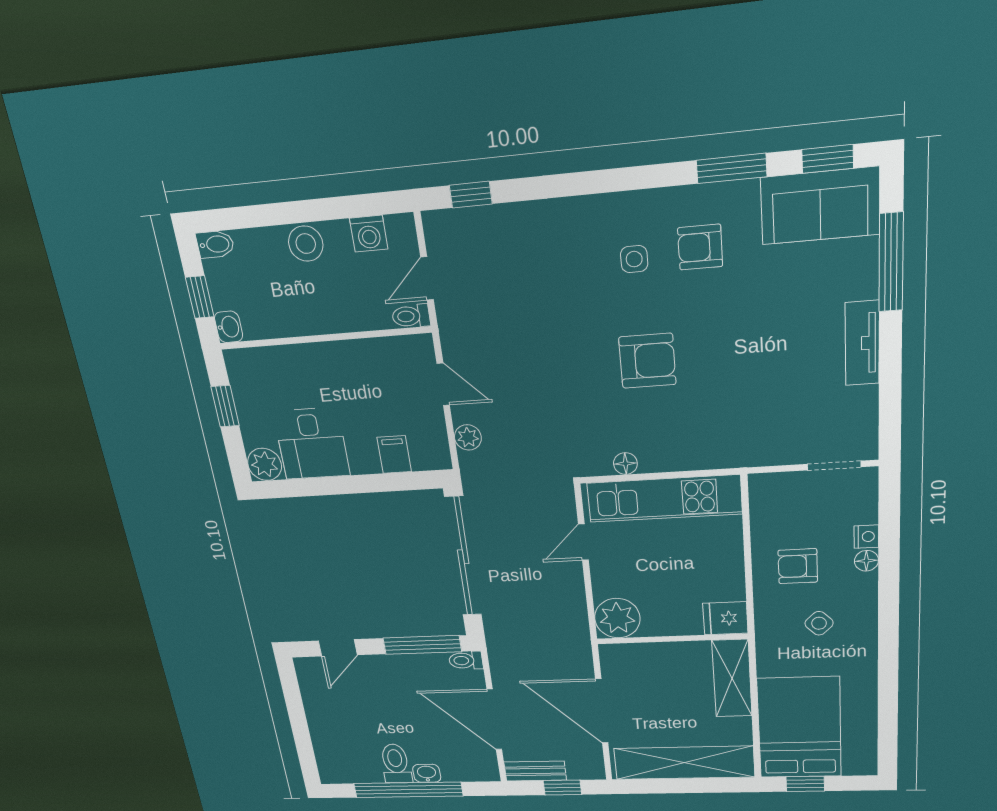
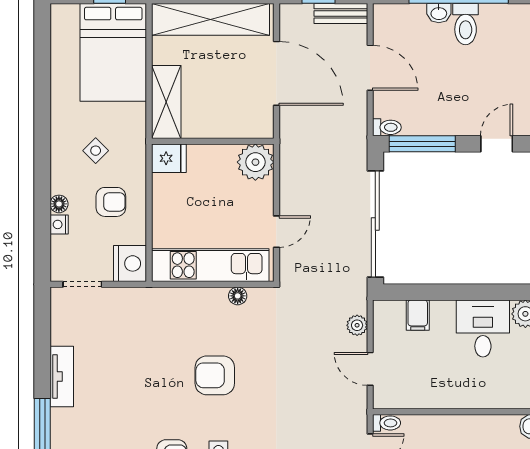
nightstand: (770, 495) -> (130, 263), added
door: (494, 720) -> (370, 68), width x0.73

